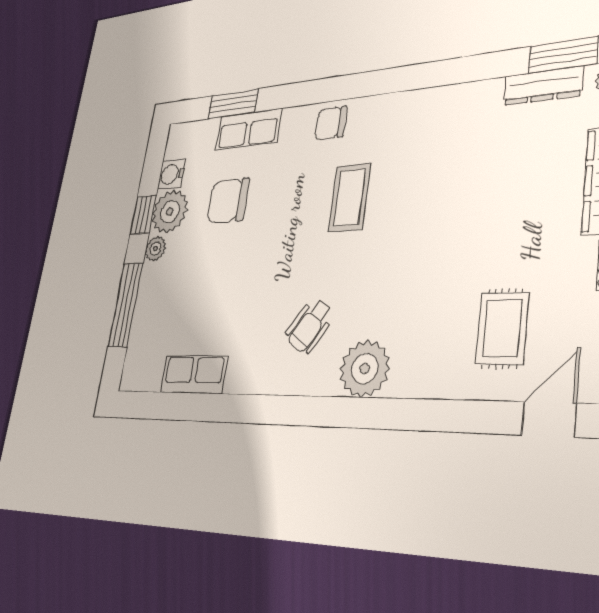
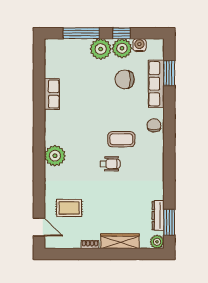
row of seats: (248, 129) -> (156, 84), width x1.48
chair: (228, 201) -> (125, 79), turned -90
plant: (156, 249) -> (101, 49), width x1.87, depth x1.87
wheelchair: (310, 326) -> (110, 164), moved, turned 146
row of seats: (194, 374) -> (52, 94), moved

